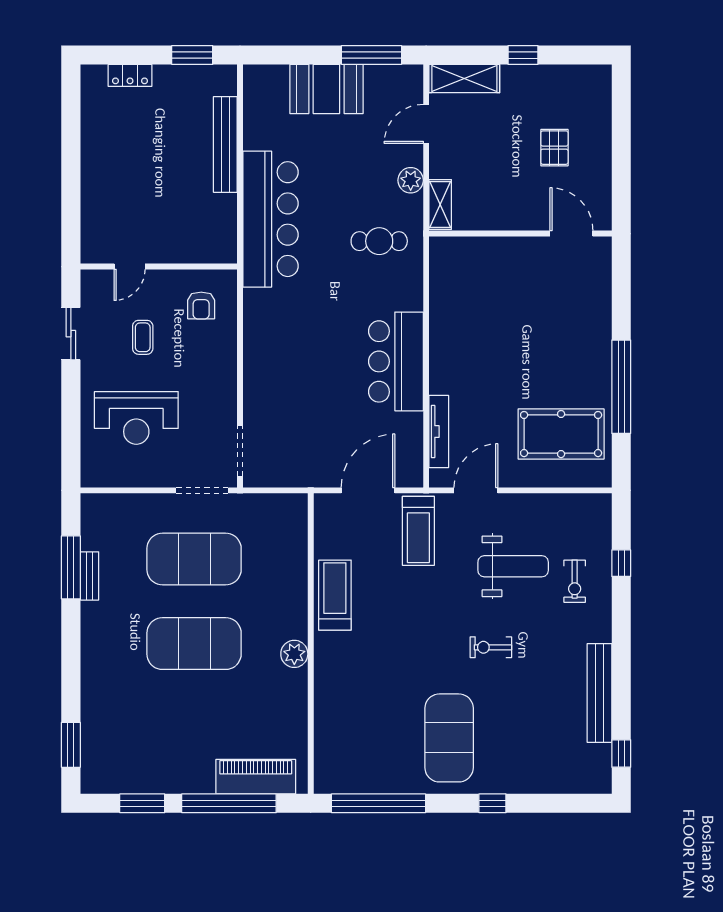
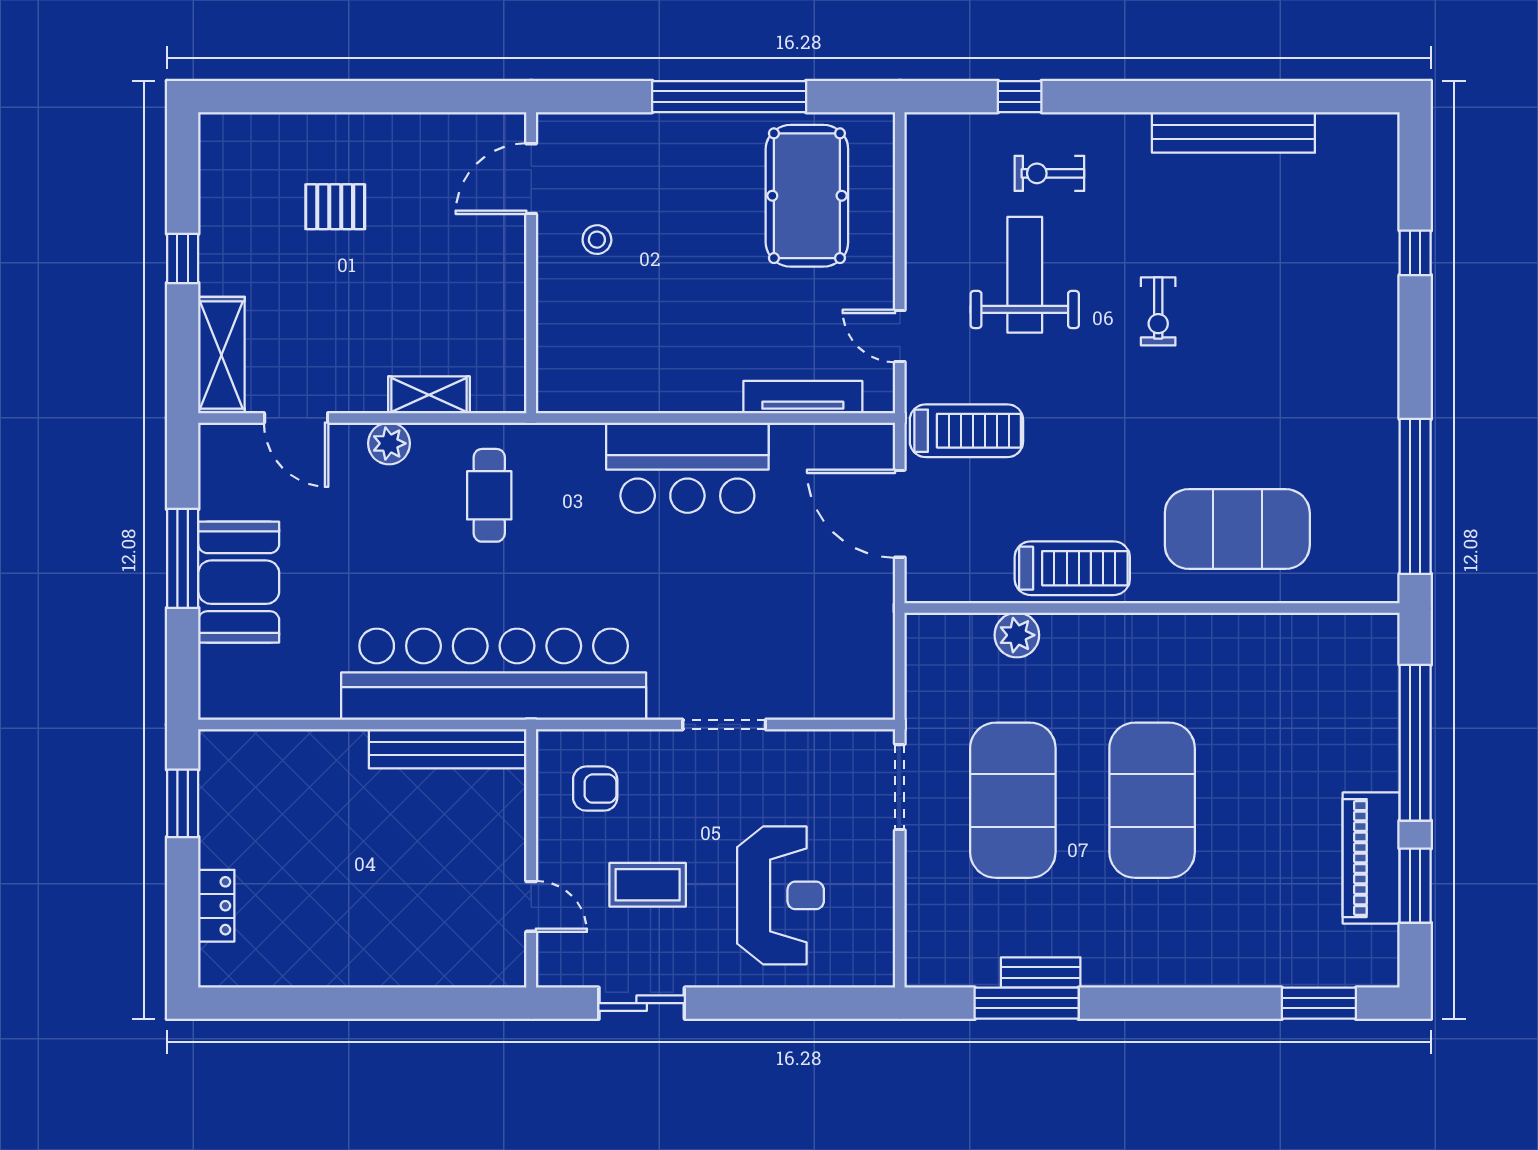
window: (371, 55) -> (183, 558), moved
bench: (225, 144) -> (448, 749), moved
bar counter: (271, 219) -> (494, 674), width x1.36
wall: (520, 234) -> (531, 263), moved
door: (571, 234) -> (531, 179), moved
stool: (534, 307) -> (597, 240), added
coffee table: (143, 337) -> (648, 885), width x1.36, depth x1.30
doorway: (240, 451) -> (724, 725), moved
door: (476, 490) -> (900, 336), width x0.73
exercise bike: (575, 581) -> (1049, 173), turned 180
treadmill: (335, 595) -> (1072, 568), turned 180
plant: (294, 654) -> (1017, 635), moved
exercise mat: (449, 738) -> (1237, 529), moved
window: (621, 753) -> (1333, 97), removed
piano: (256, 777) -> (1371, 858), moved
window: (492, 803) -> (1415, 253), moved

